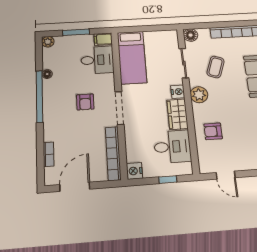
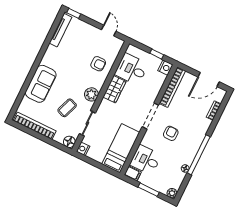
nightstand: (178, 92) -> (83, 149), moved
window: (168, 180) -> (157, 54), moved

